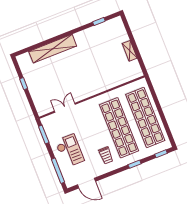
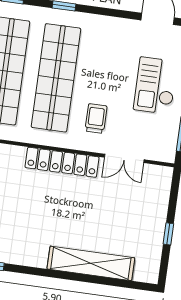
locker: (94, 89) -> (62, 162), added
trolley: (106, 155) -> (96, 119), moved

